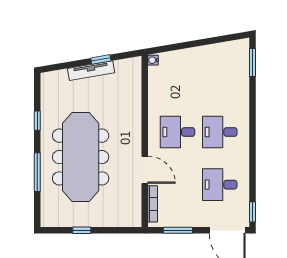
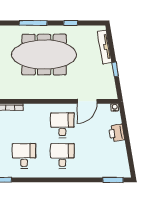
printer: (188, 57) -> (117, 133), added
tv unit: (91, 71) -> (105, 47), moved
door: (145, 170) -> (87, 101), moved

